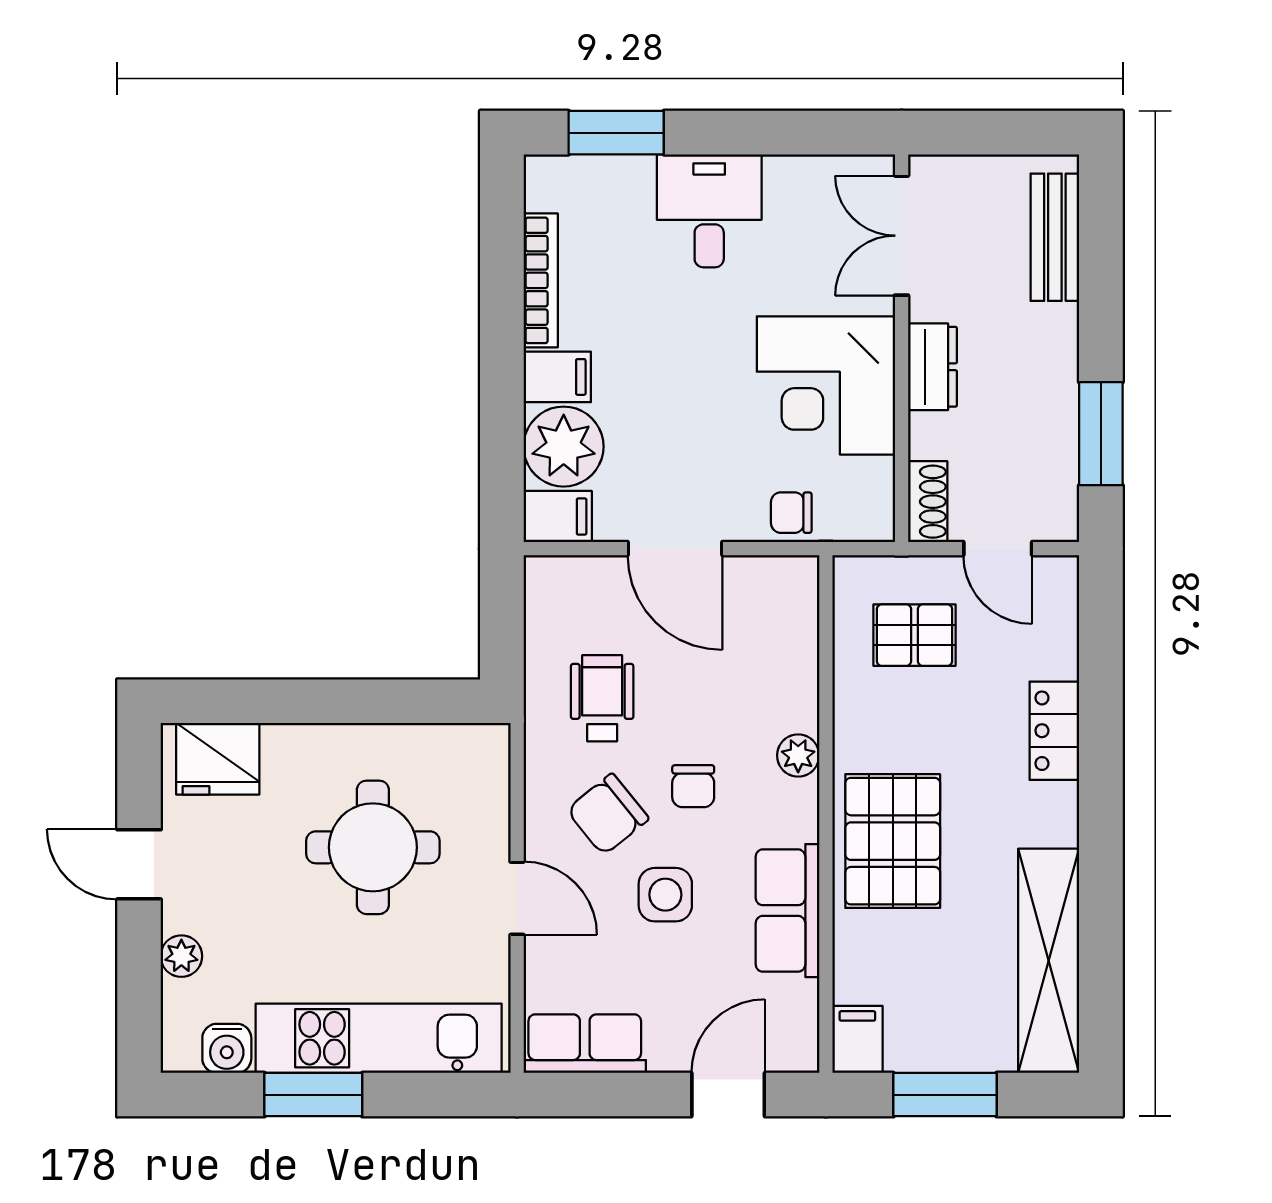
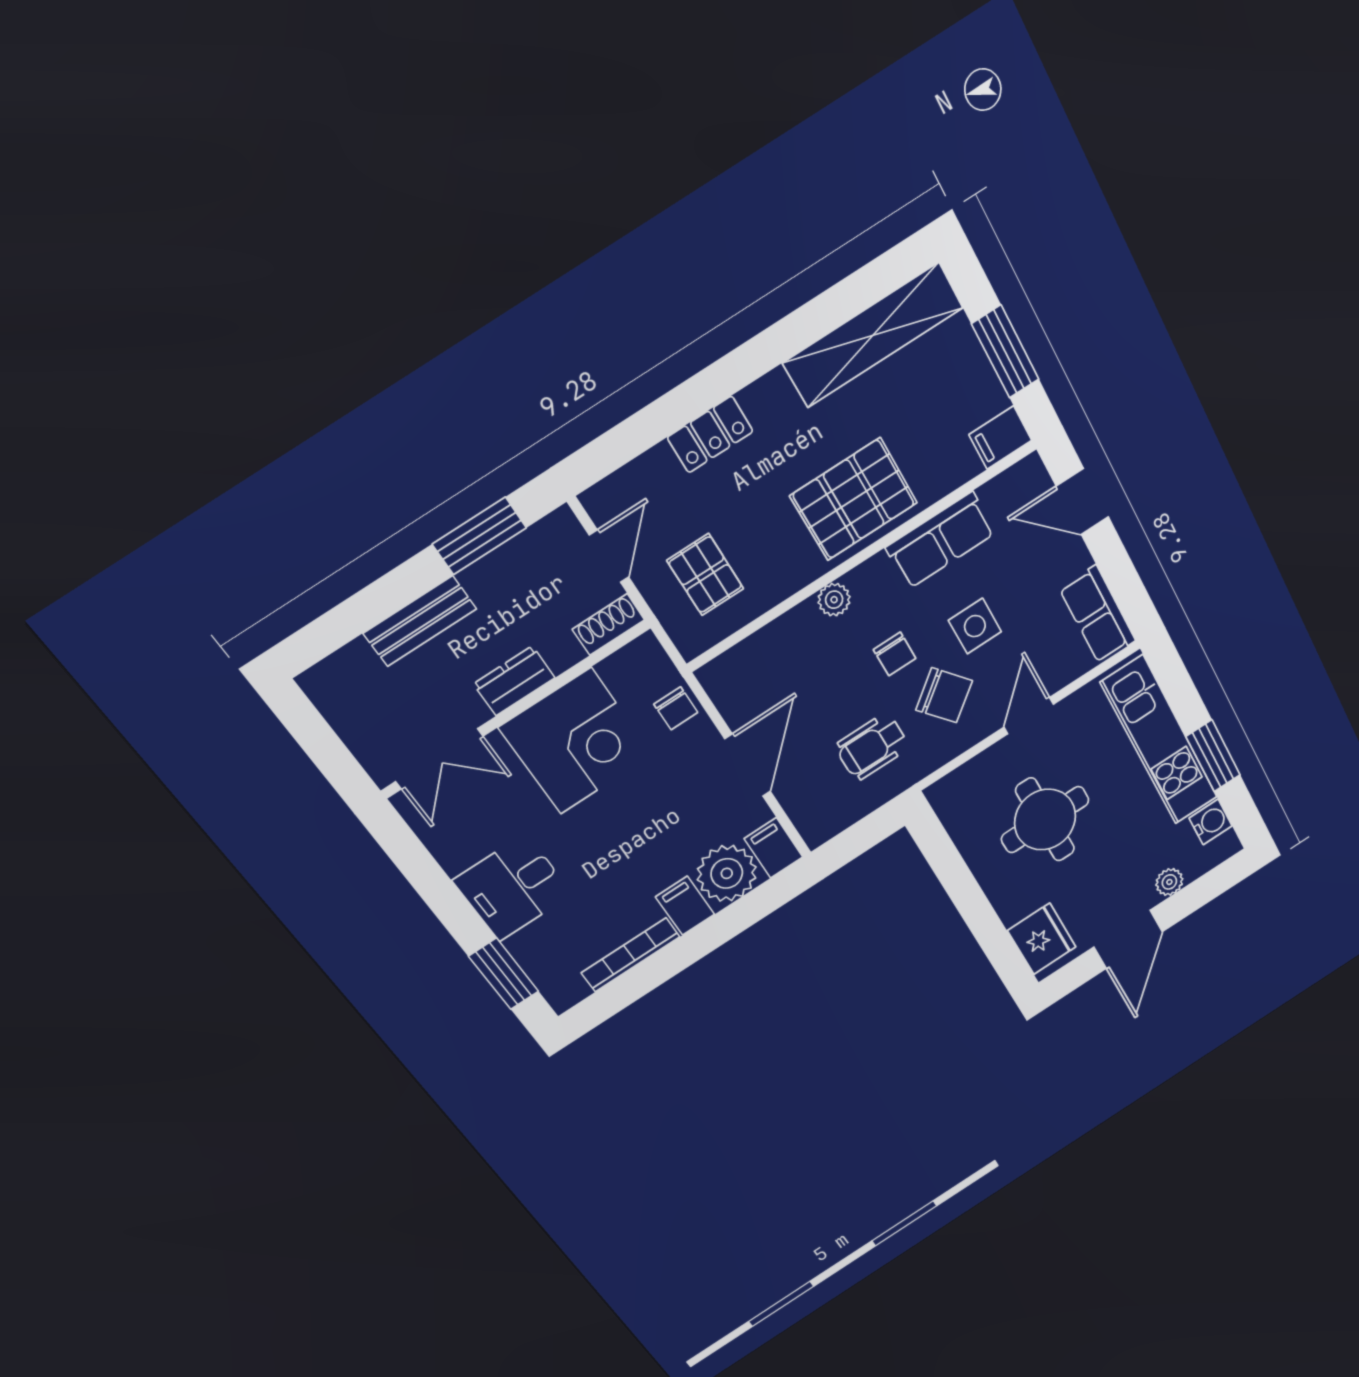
bench: (1055, 237) -> (420, 621), moved
chair: (693, 786) -> (895, 654), turned 90
door: (139, 864) -> (1128, 939), width x1.38

